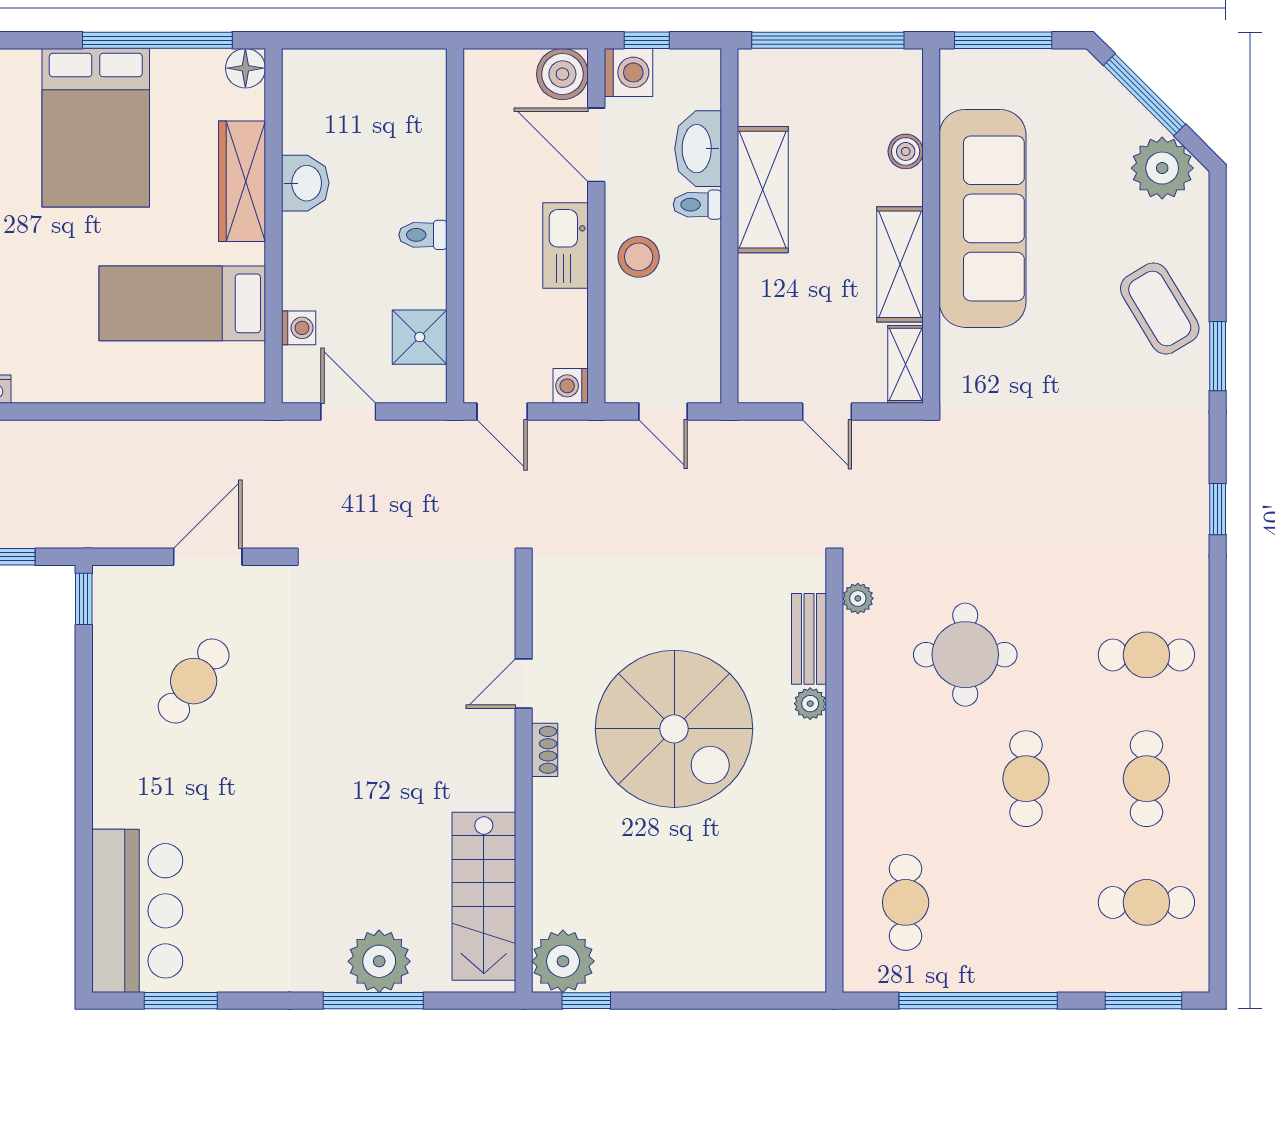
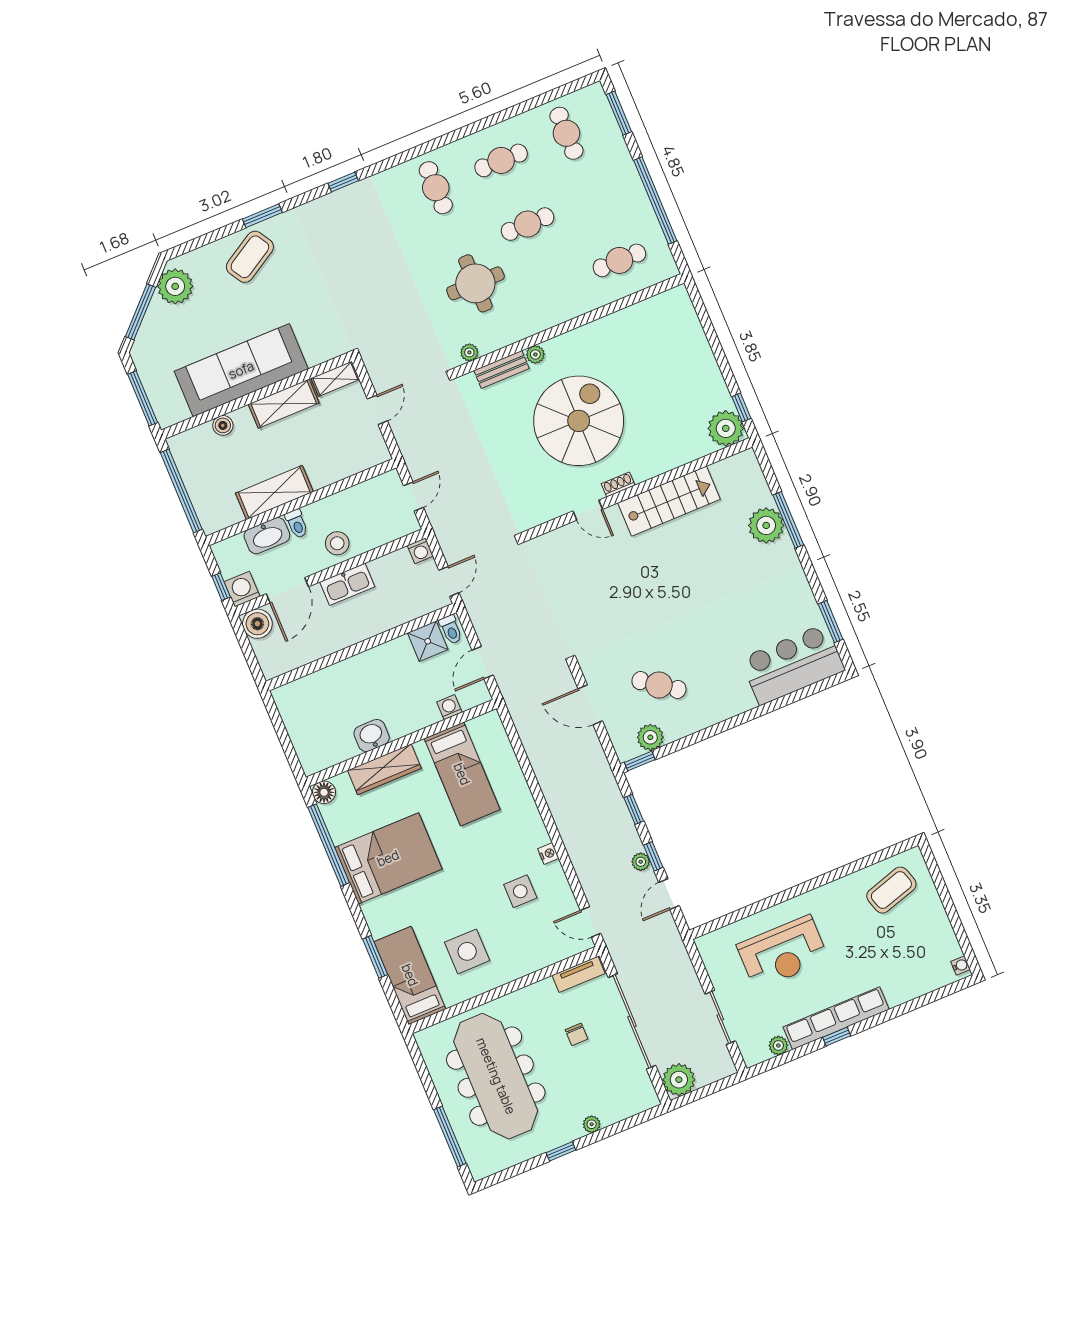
toilet: (423, 235) -> (451, 630), moved
plant: (115, 632) -> (650, 737), added
stairs: (484, 896) -> (669, 501), moved

